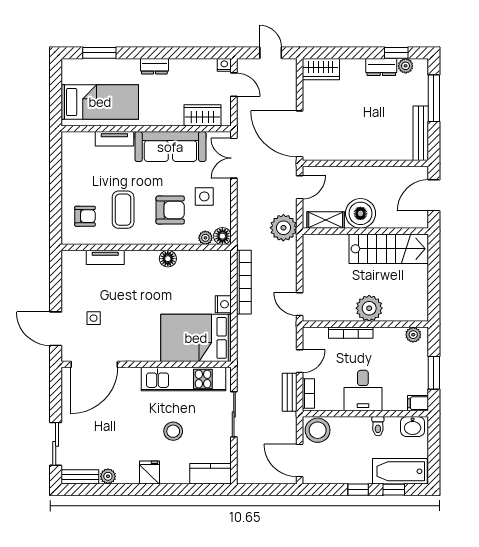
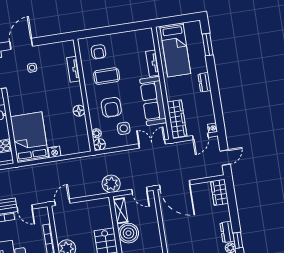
wardrobe: (203, 115) -> (177, 119), width x1.50
door: (300, 134) -> (175, 185), swing flipped
bookcase: (244, 282) -> (71, 163), removed

